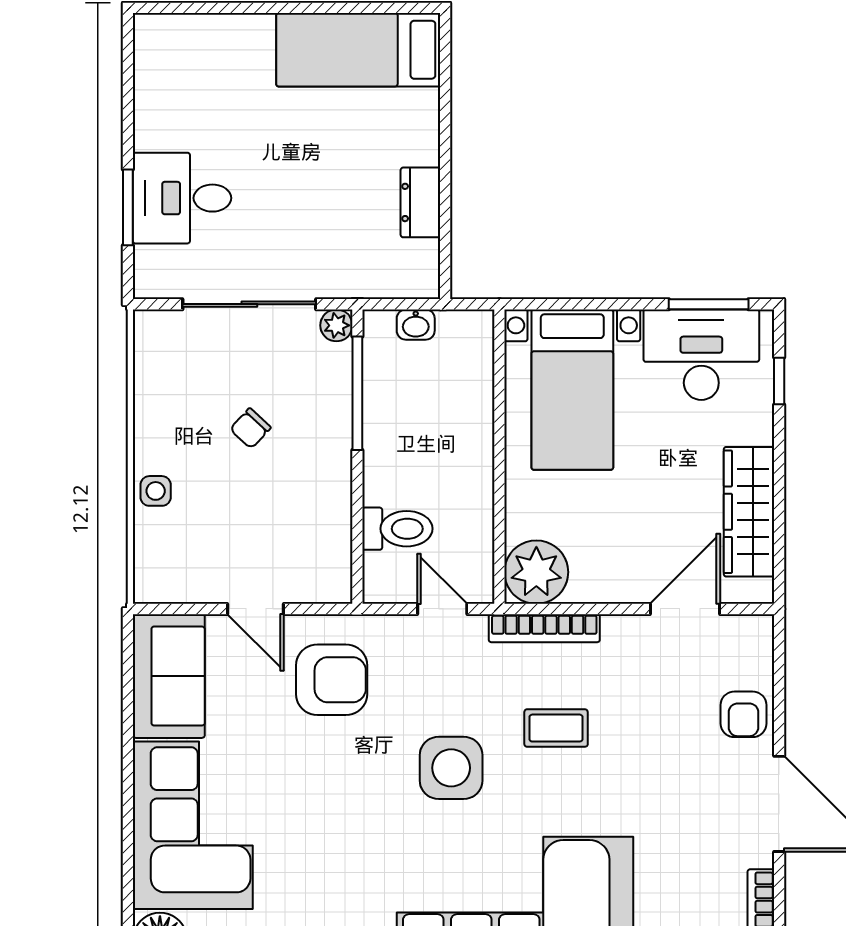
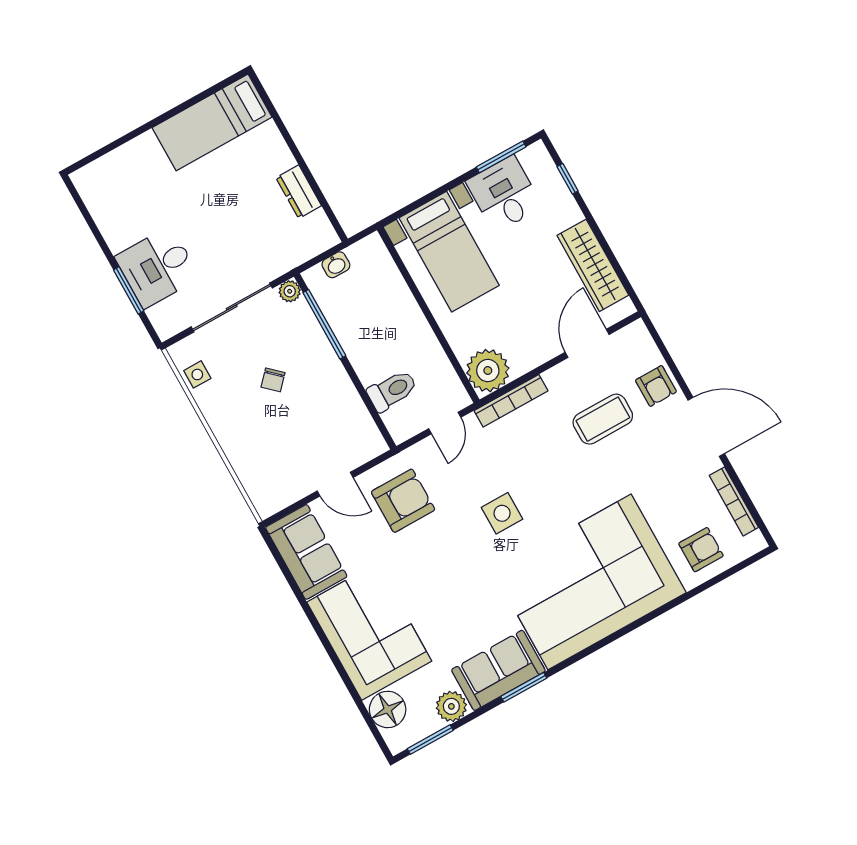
desk: (701, 355) -> (504, 194), width x0.73
side table: (156, 491) -> (197, 374), moved
door: (442, 609) -> (445, 423), swing flipped
coffee table: (556, 728) -> (603, 419), moved, width x1.36, depth x1.30
side table: (451, 768) -> (502, 513), width x0.73, depth x0.73

